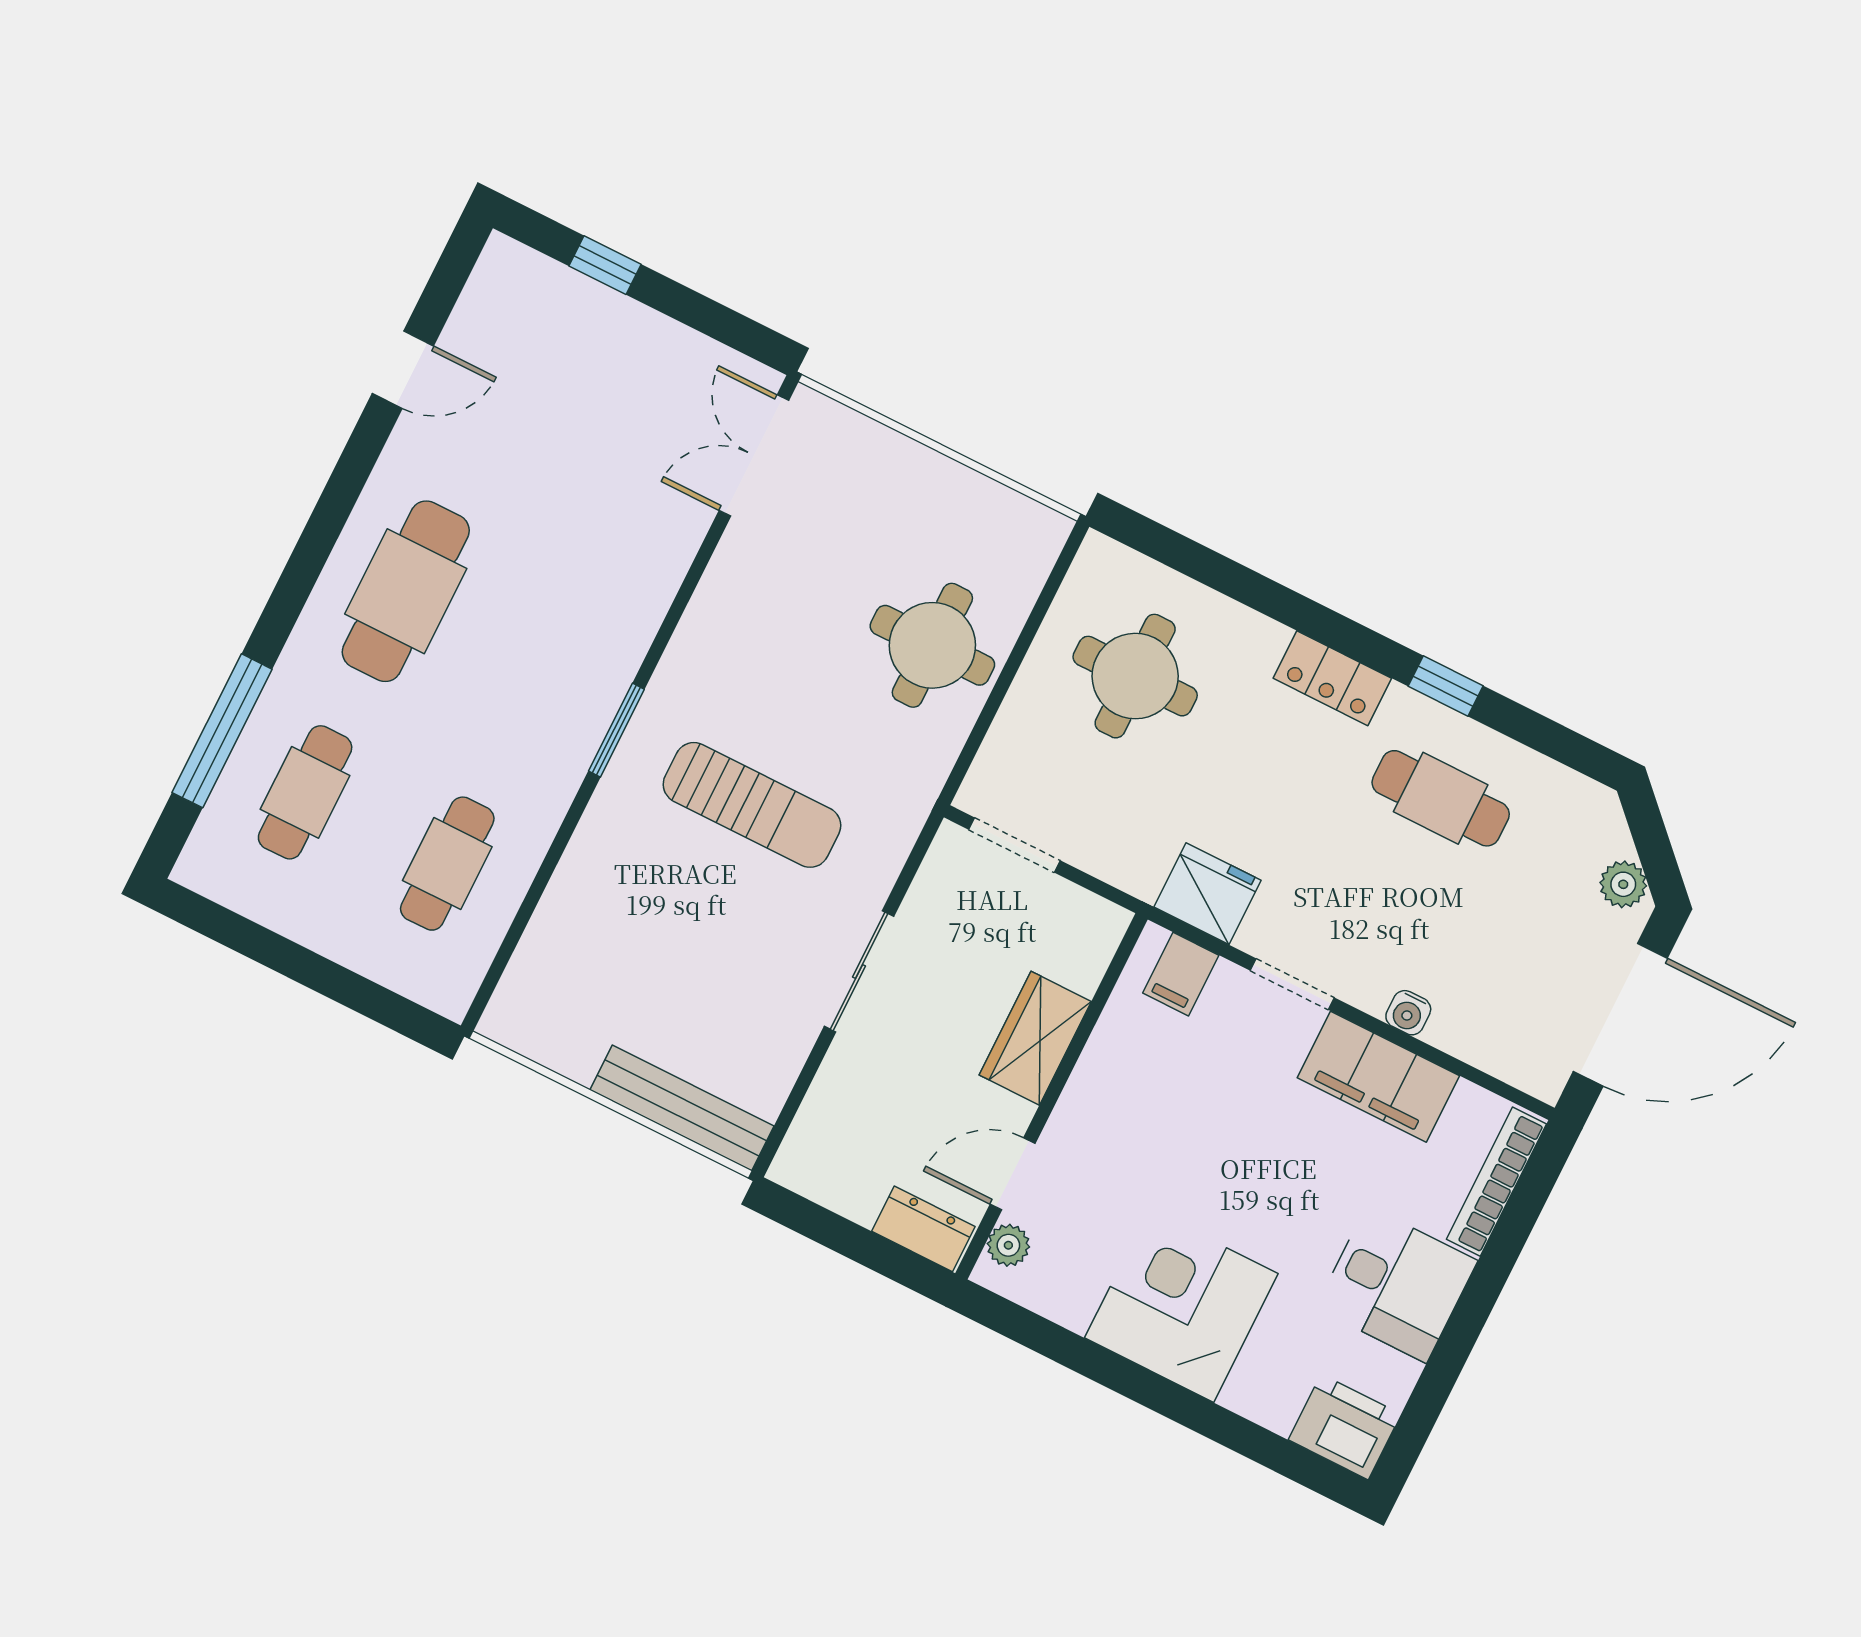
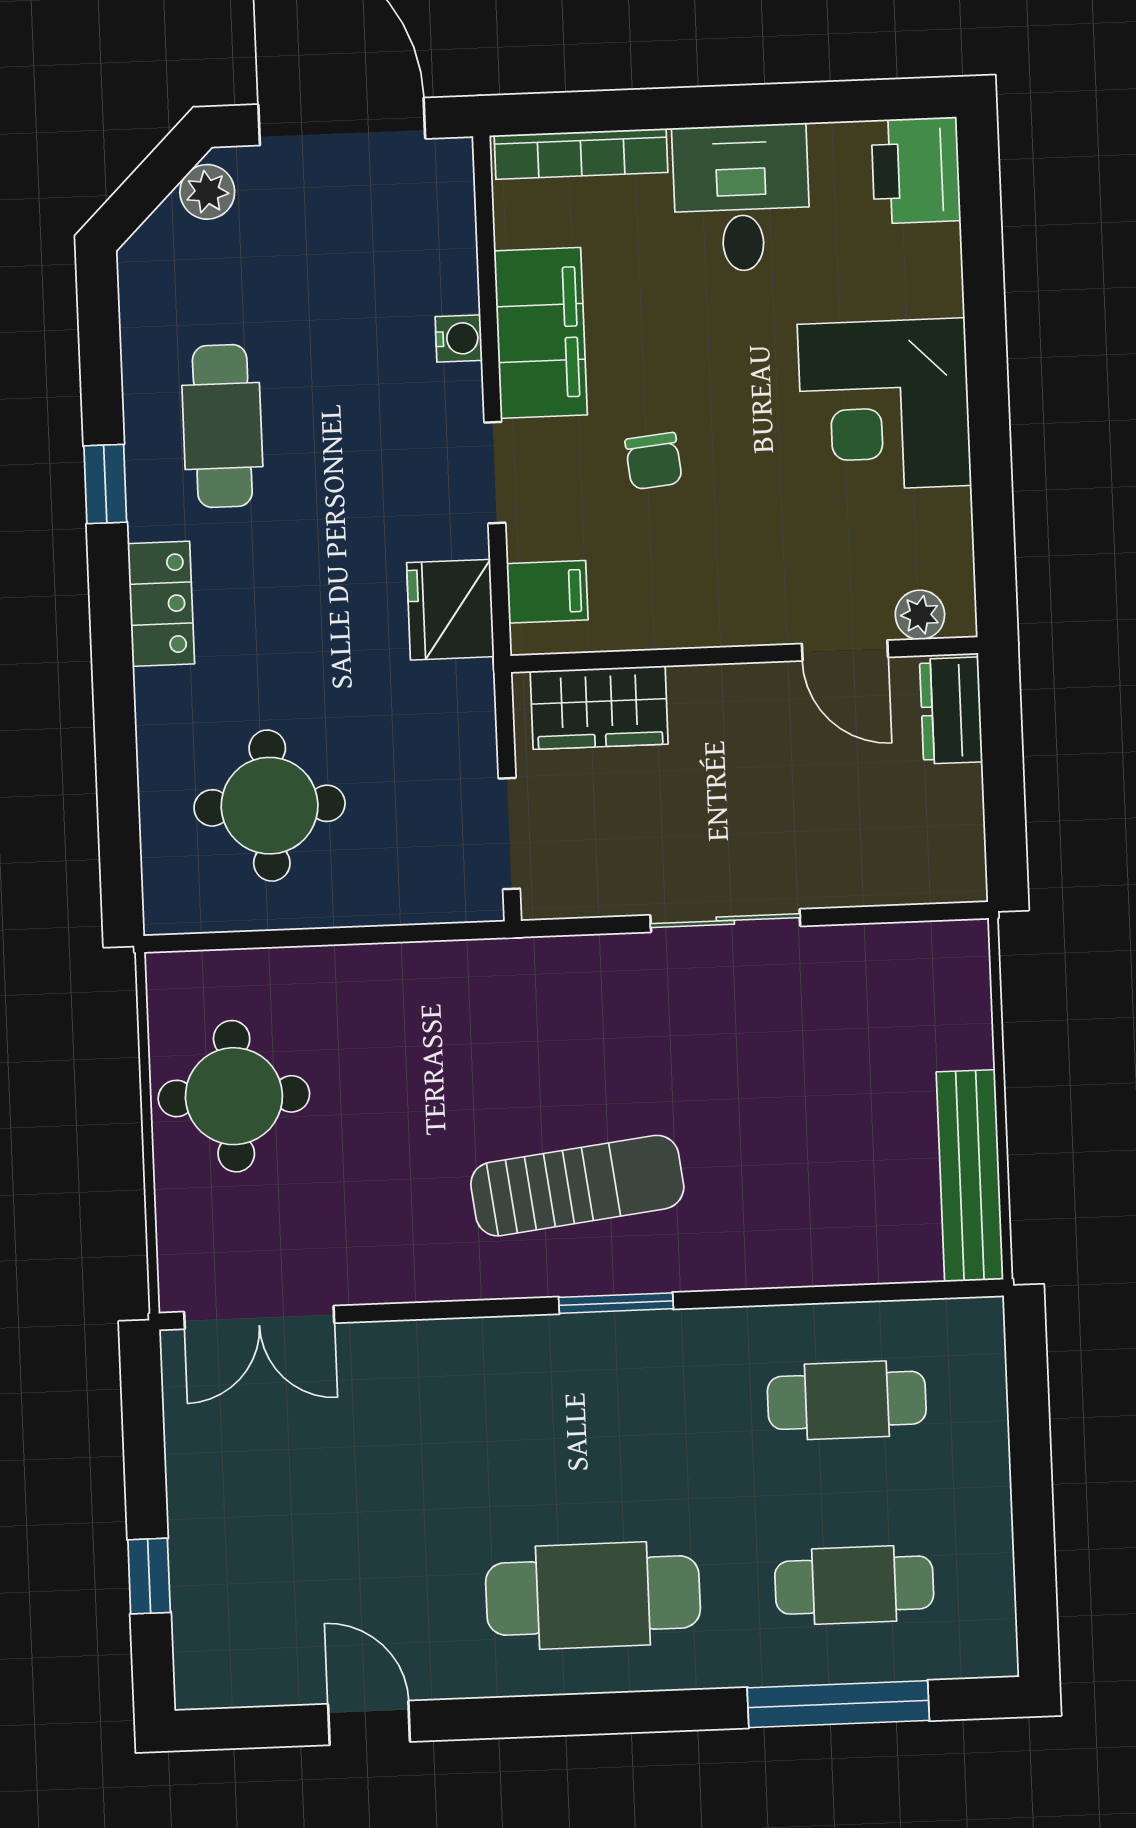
round table: (932, 645) -> (234, 1096), moved
sun lounger: (752, 805) -> (577, 1186), moved, turned 83
wardrobe: (1035, 1038) -> (599, 708), moved
bench: (682, 1108) -> (970, 1176), moved
chair: (1235, 1109) -> (654, 461), added

